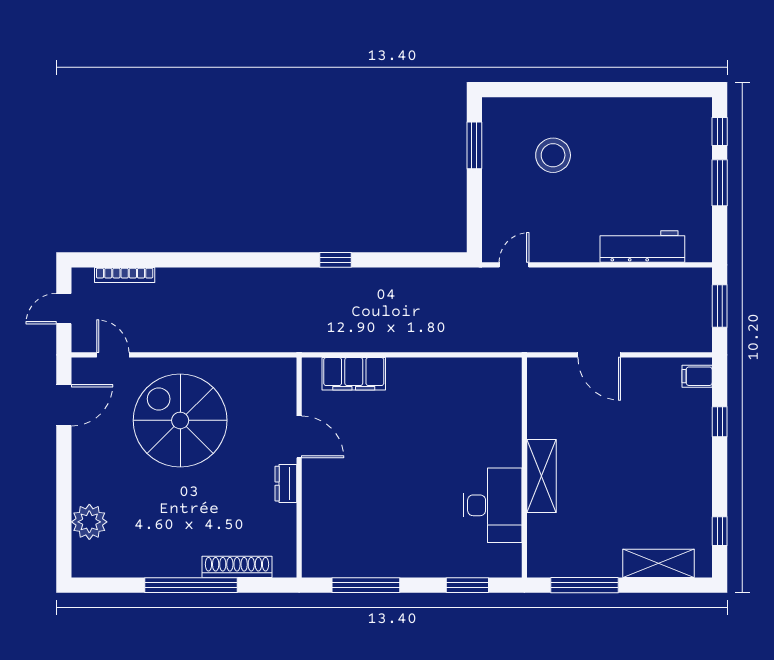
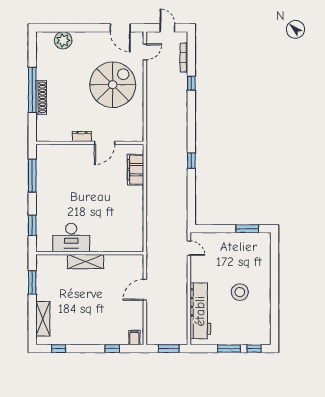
stool: (553, 155) -> (240, 292), moved
workbench: (642, 246) -> (200, 311), width x1.36, depth x1.32
window: (177, 260) -> (191, 83), added
shoe rack: (237, 567) -> (41, 97), moved
window: (584, 585) -> (32, 283), width x0.69

